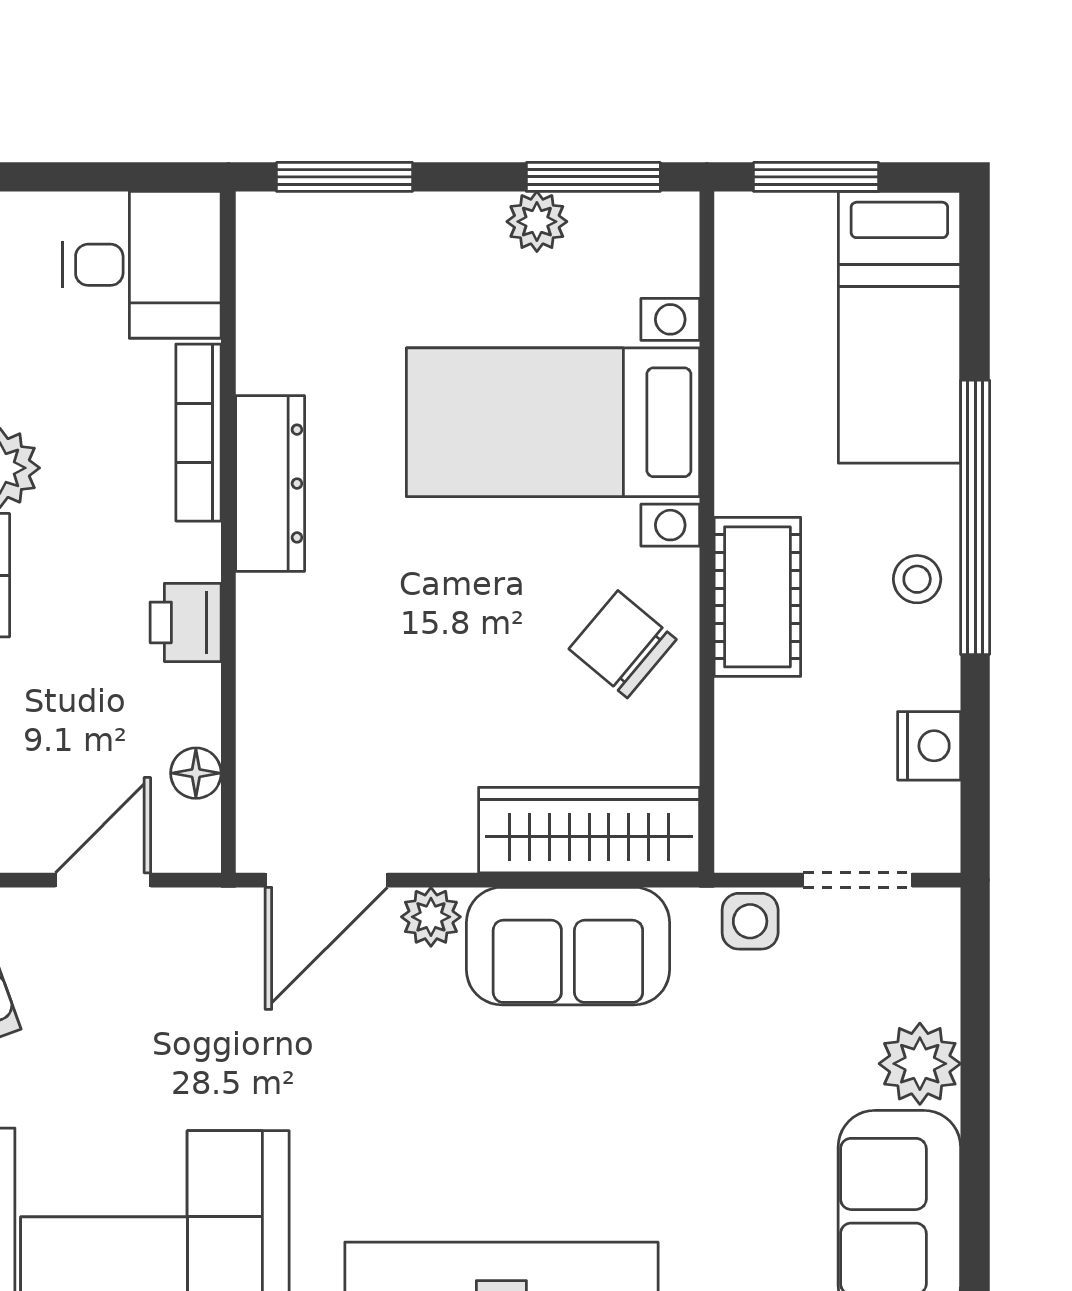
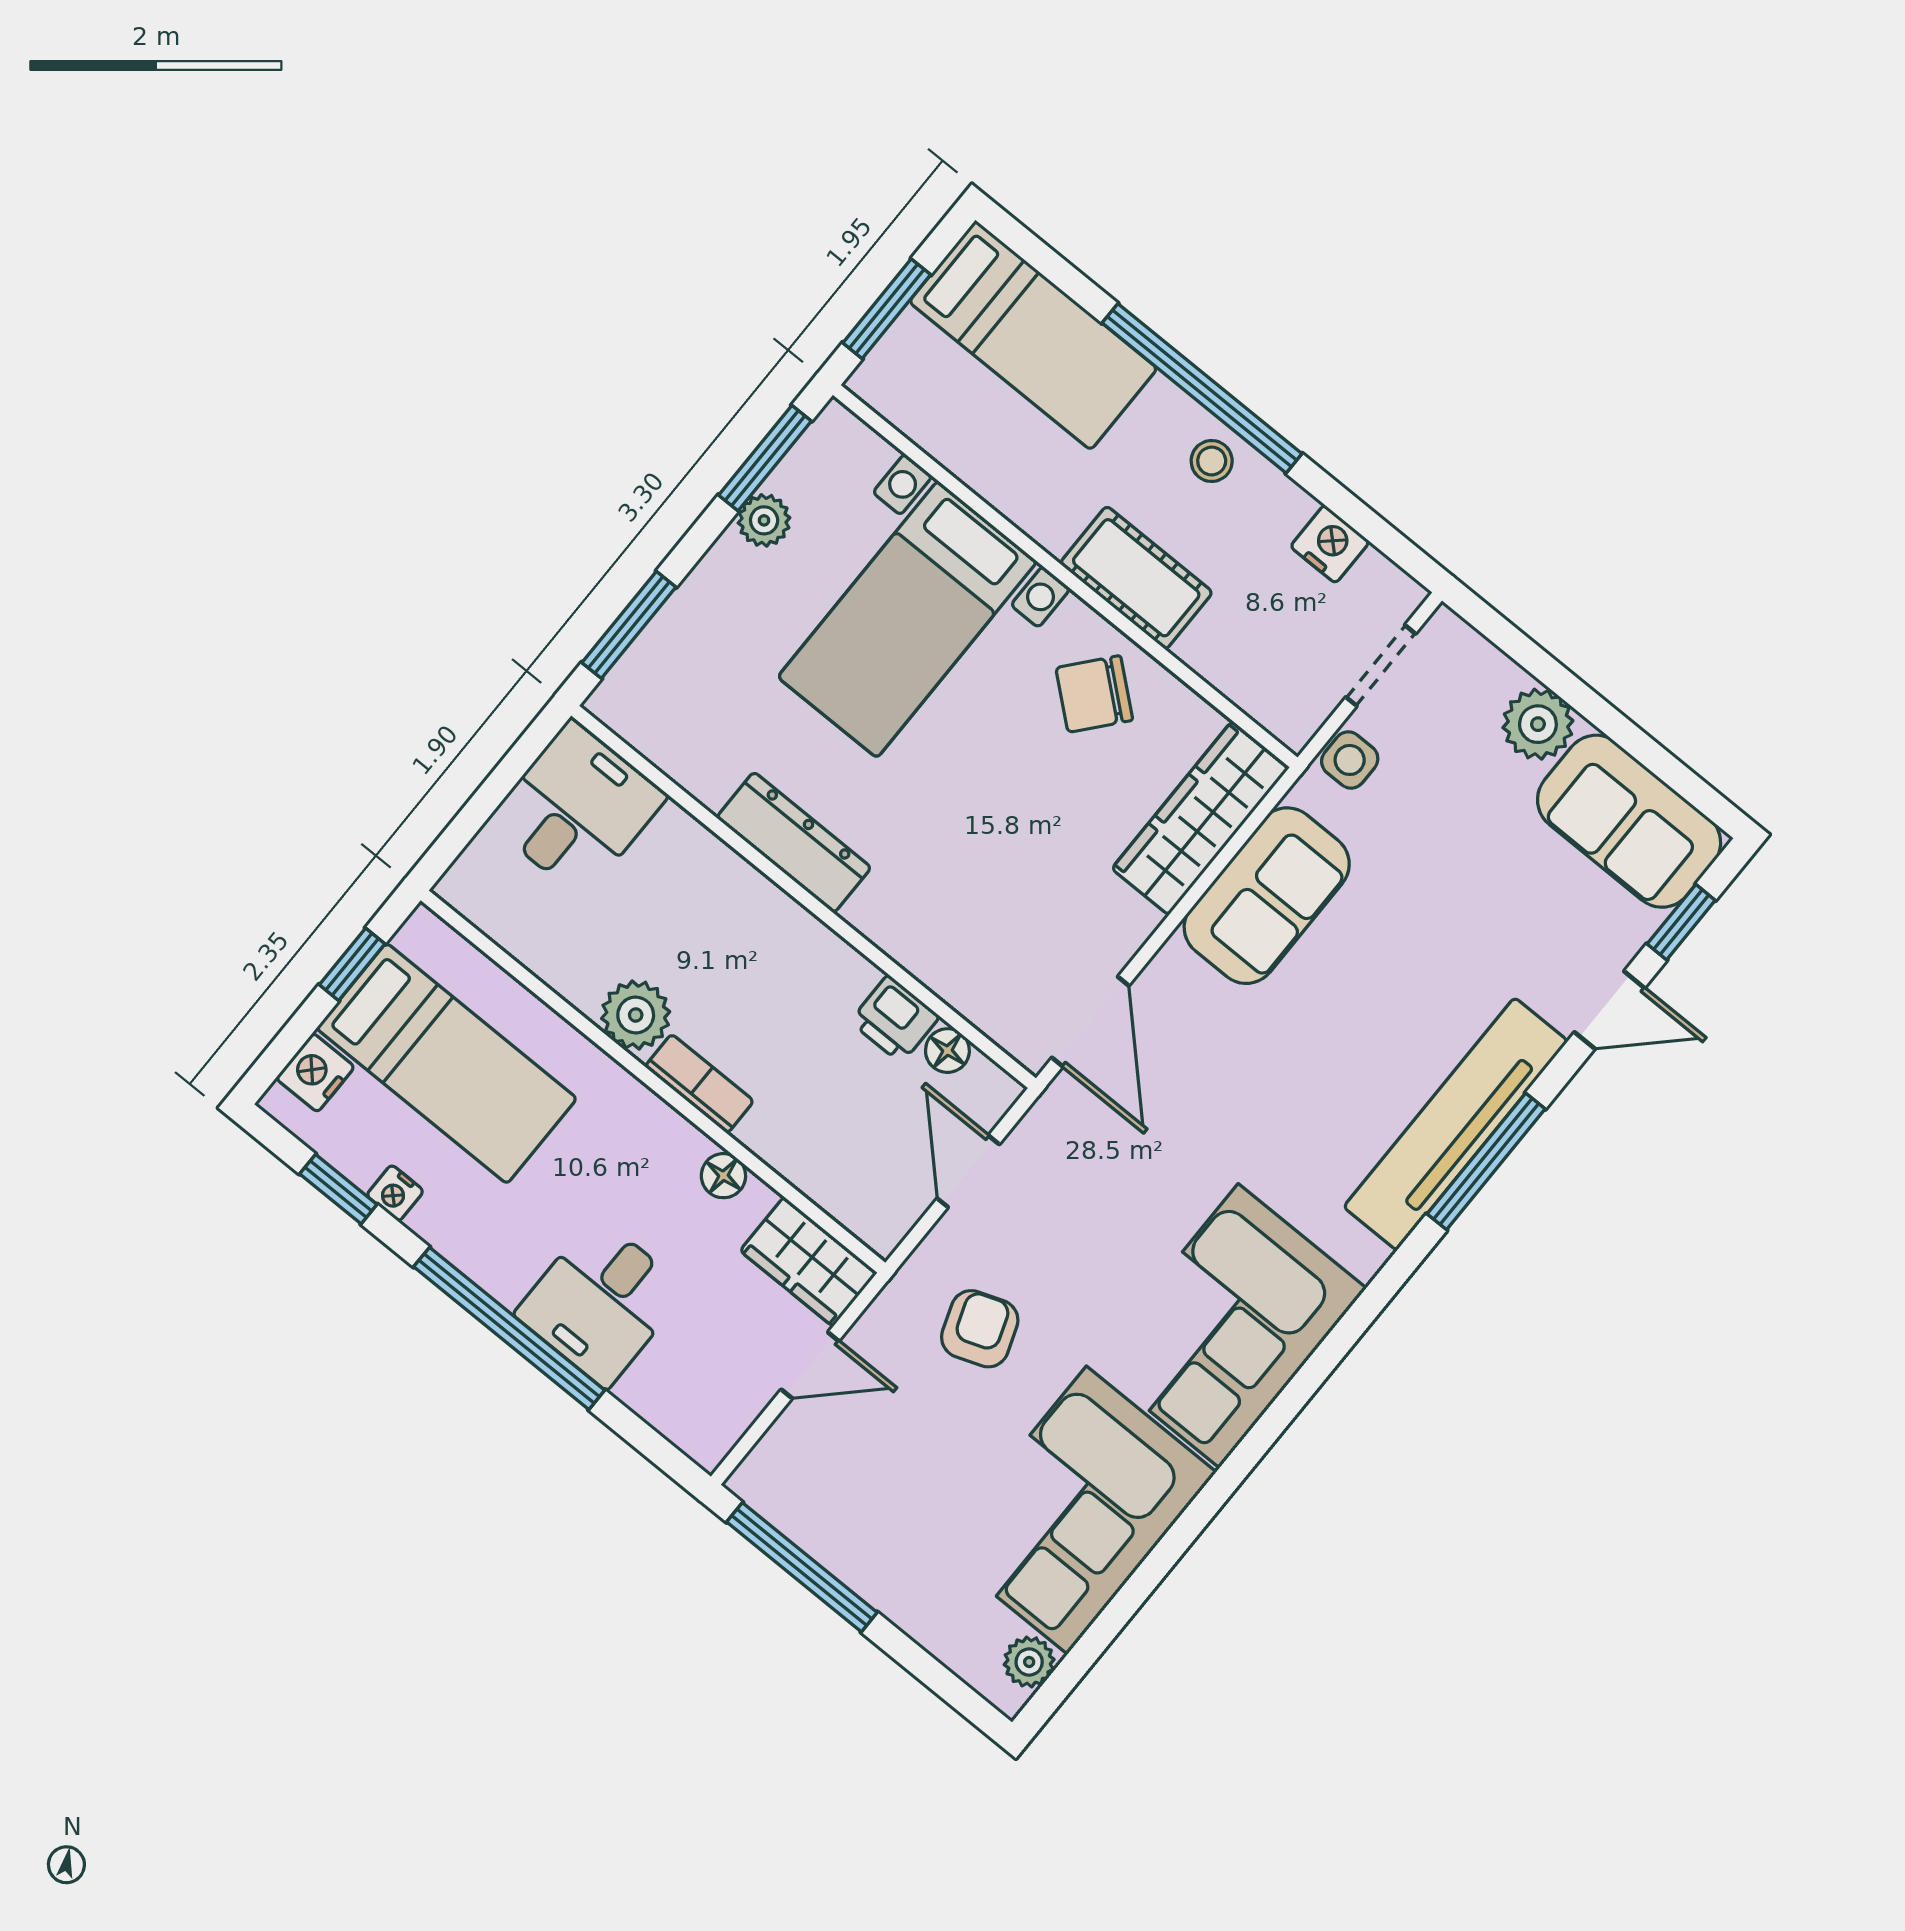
bookcase: (199, 433) -> (721, 863), removed
printer: (186, 622) -> (895, 1019), moved
plant: (431, 917) -> (1172, 972), removed

